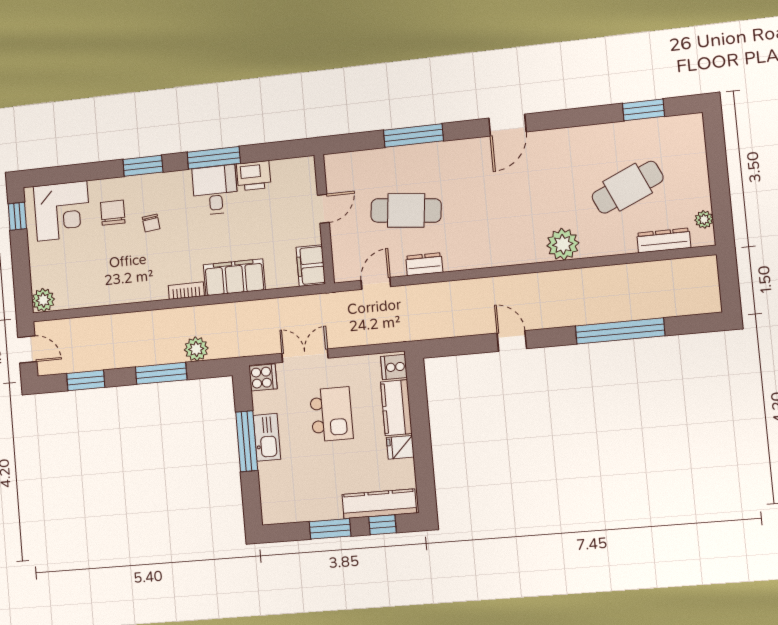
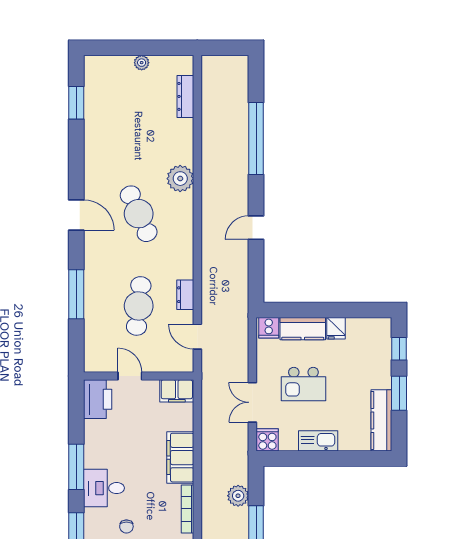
printer: (254, 176) -> (98, 399), moved, width x1.37, depth x1.19
cafe table: (628, 187) -> (139, 214), moved
desk: (215, 190) -> (104, 488), moved
plant: (704, 219) -> (142, 63), moved
chair: (151, 223) -> (126, 526), turned 97
bookcase: (186, 291) -> (188, 509), width x1.56
kitchen island: (331, 414) -> (303, 384), turned 180
window: (247, 441) -> (320, 458), removed
kitchen counter: (379, 504) -> (381, 420), moved

